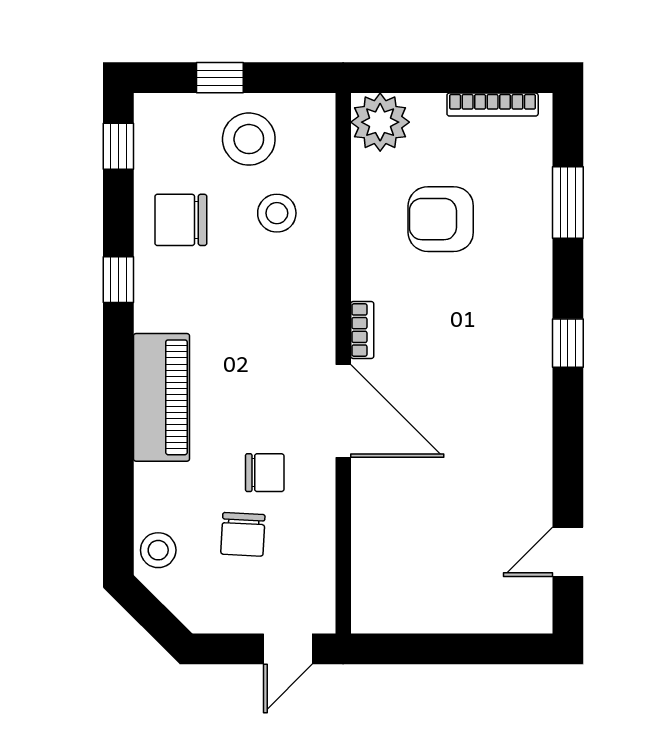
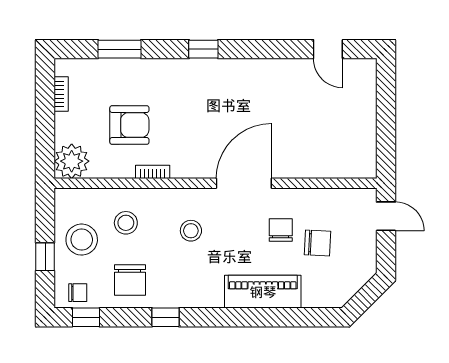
bookcase: (493, 105) -> (61, 94), width x0.64
chair: (160, 132) -> (78, 293), added
armchair: (441, 219) -> (129, 125), turned -90
bookcase: (362, 330) -> (153, 172), moved
piano: (161, 397) -> (263, 292), moved
stool: (158, 550) -> (191, 231), moved

